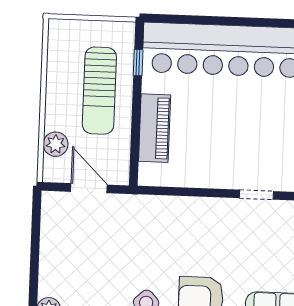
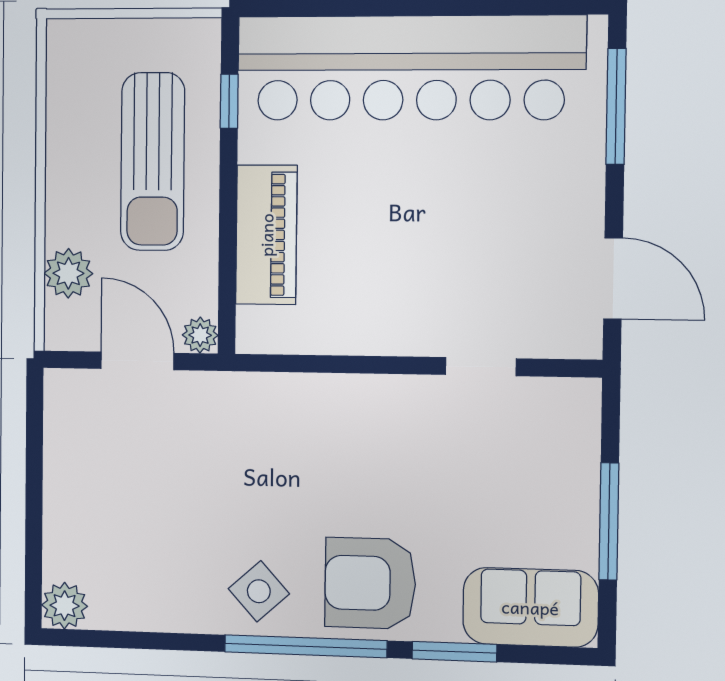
plant: (121, 176) -> (200, 335), added

